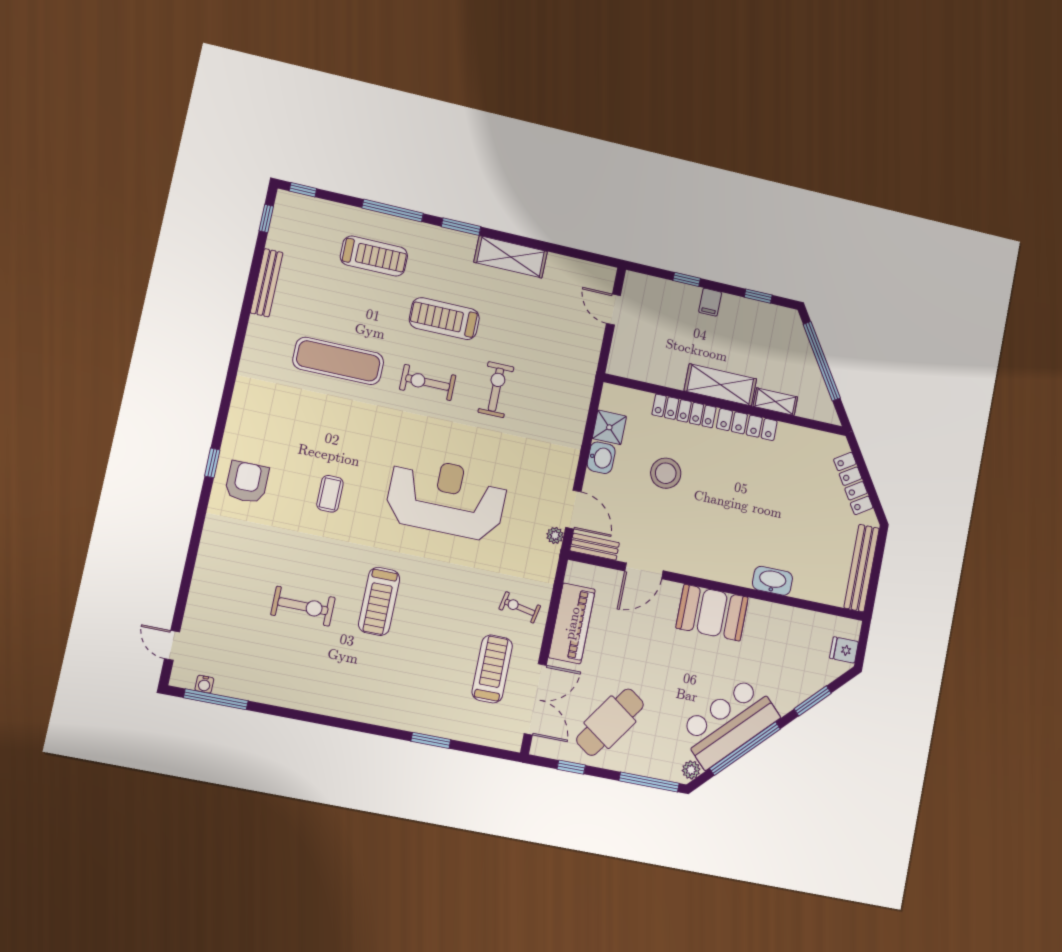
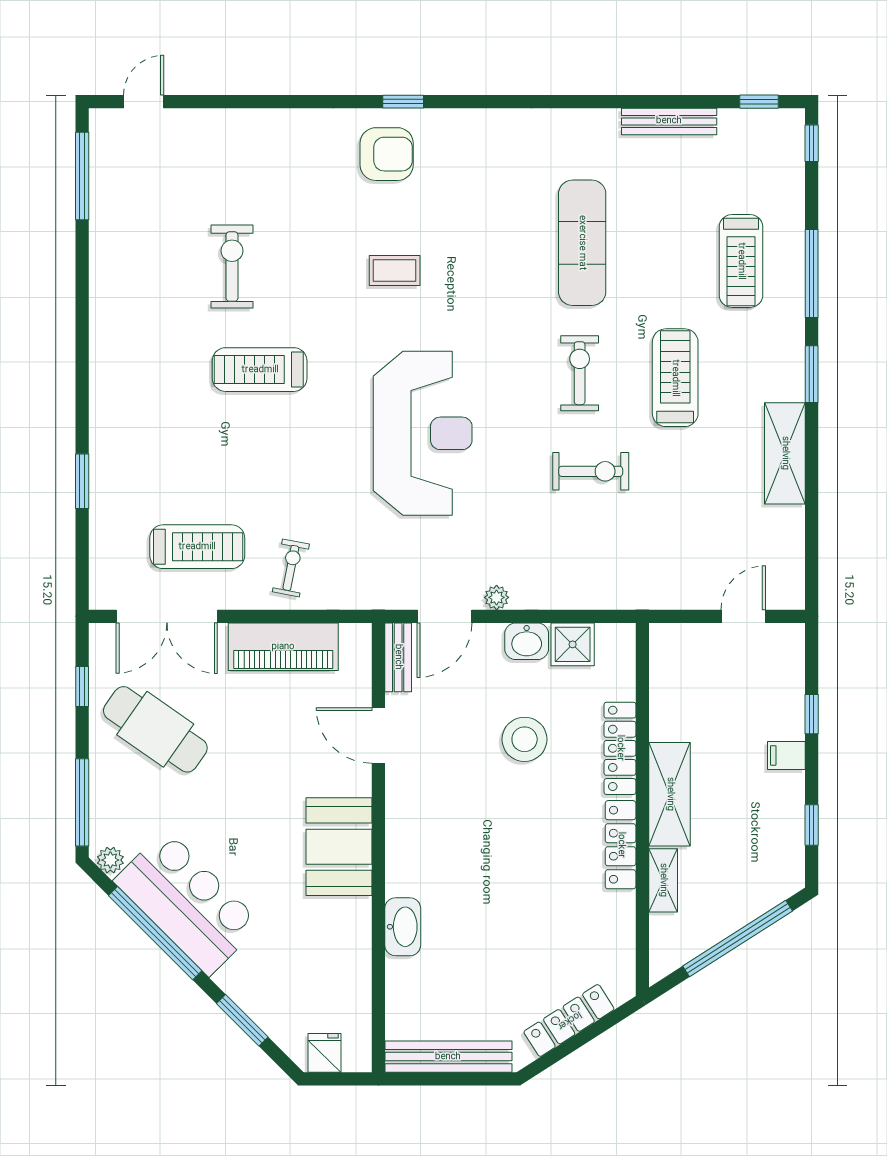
plant: (555, 535) -> (497, 597), moved
exercise bike: (303, 606) -> (232, 267), turned 180
water cooler: (204, 684) -> (100, 156), removed

